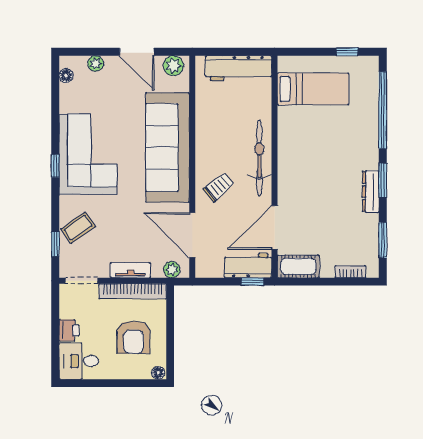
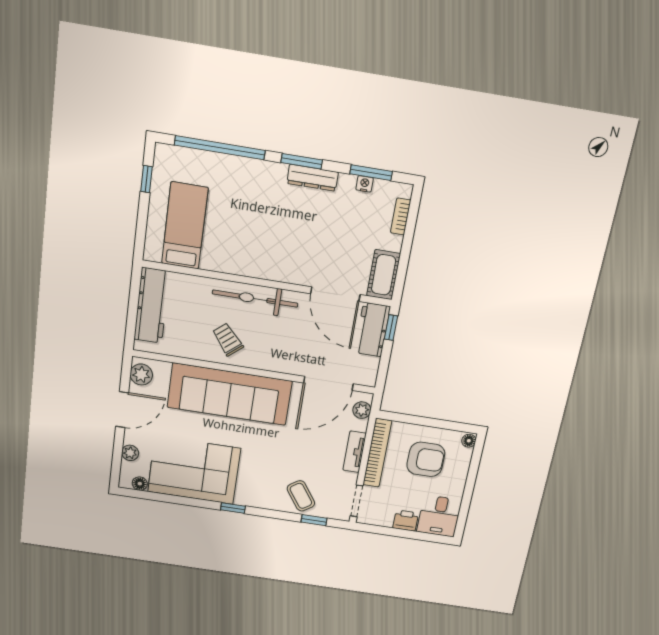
corner sofa: (88, 154) -> (194, 470), moved
trolley: (219, 187) -> (228, 340), moved
nightstand: (373, 236) -> (365, 184), added

